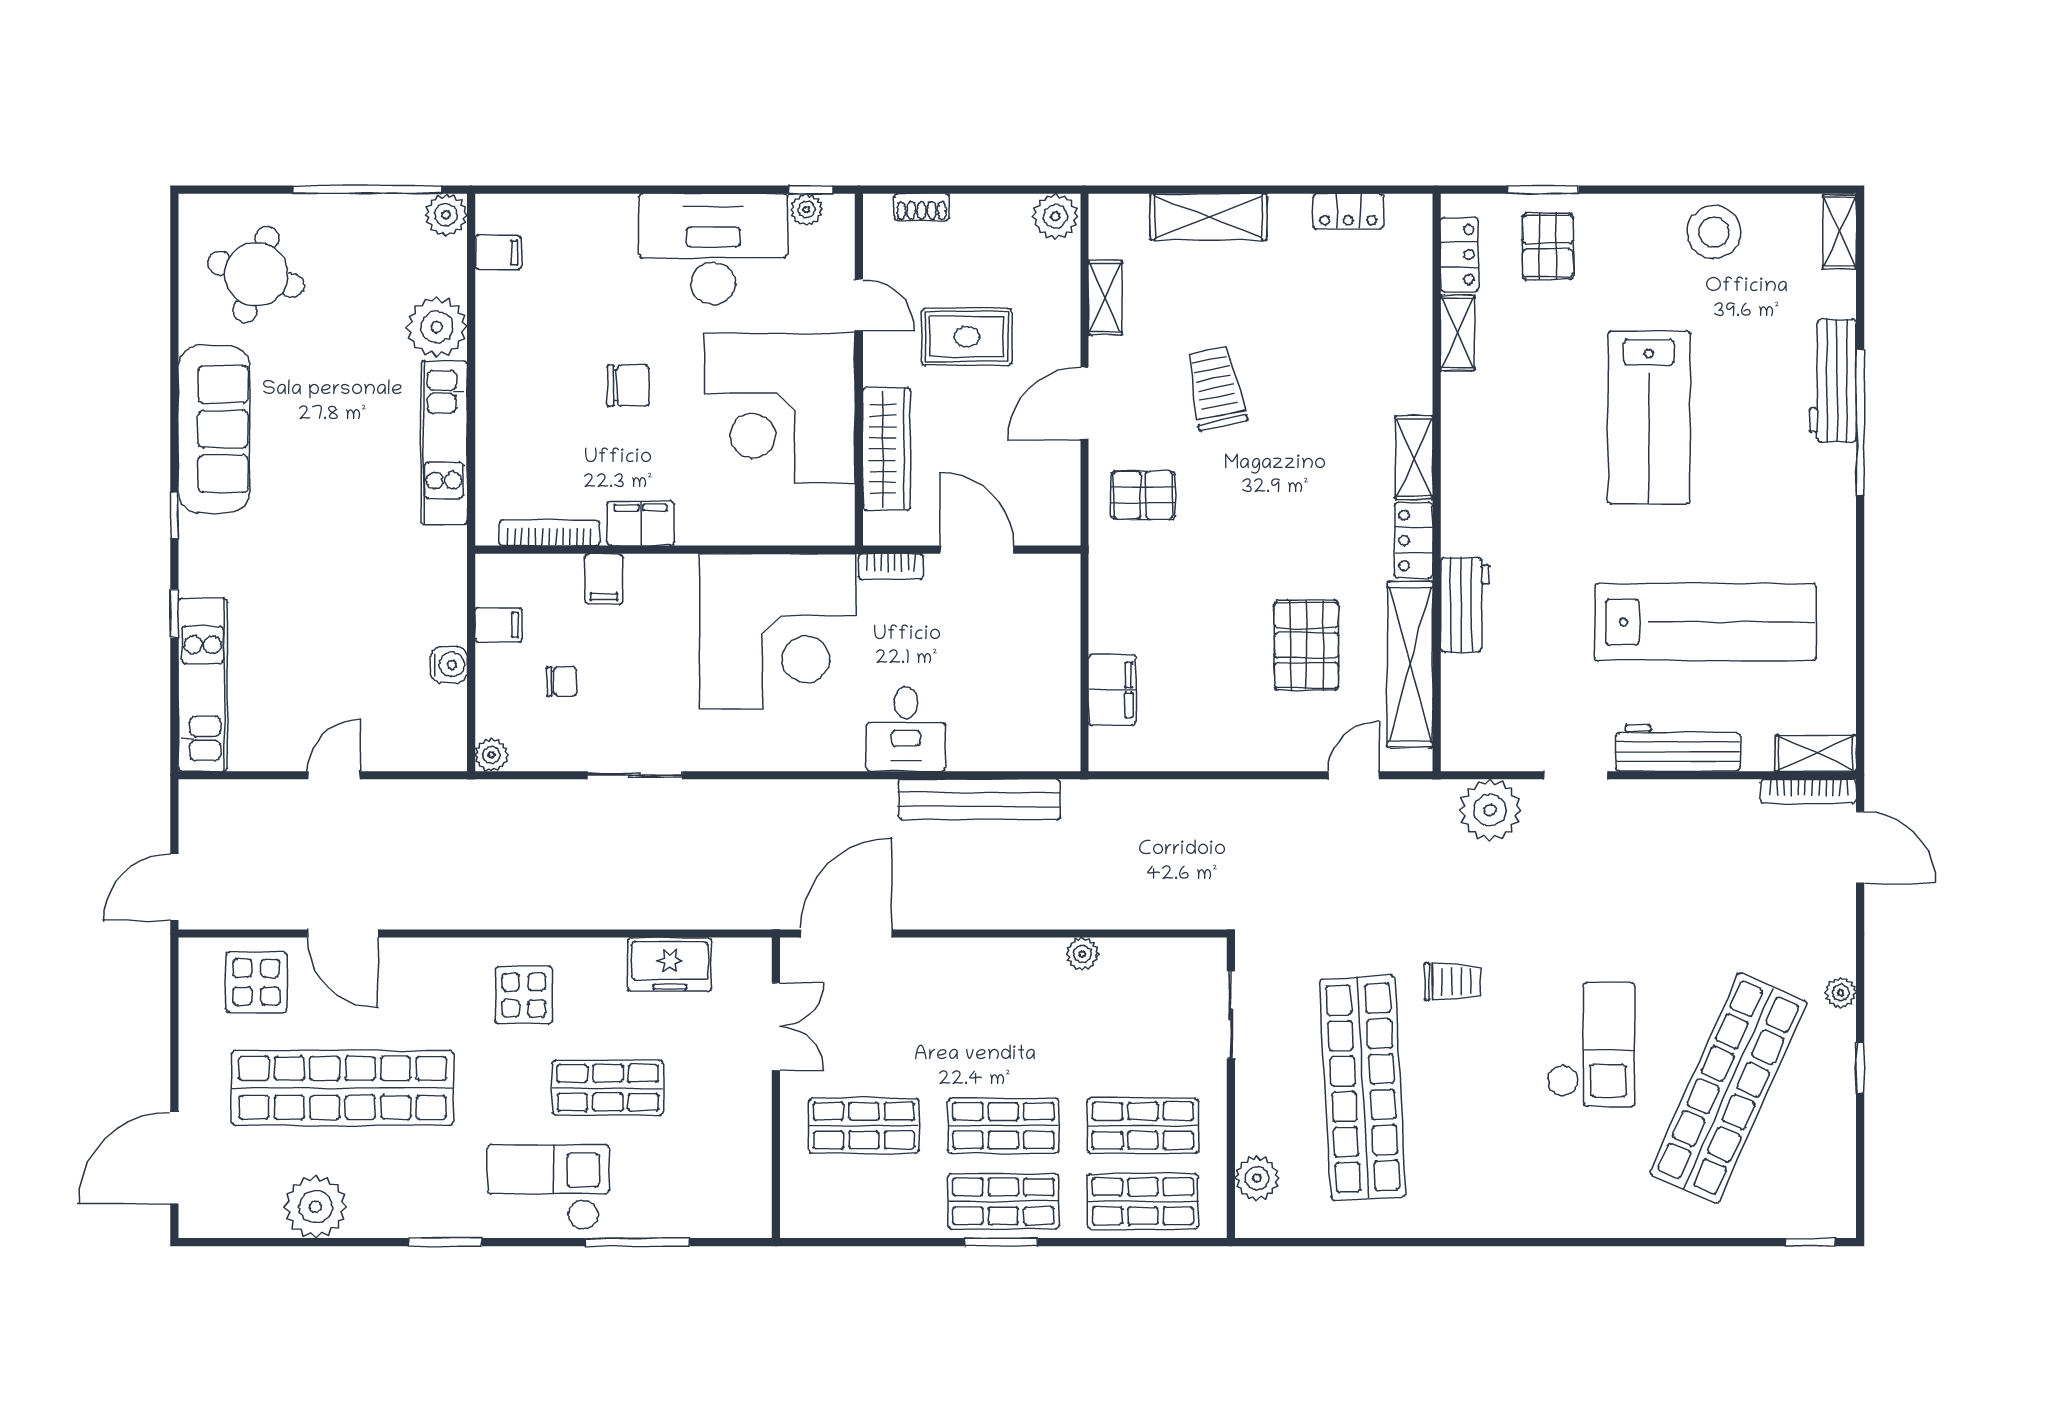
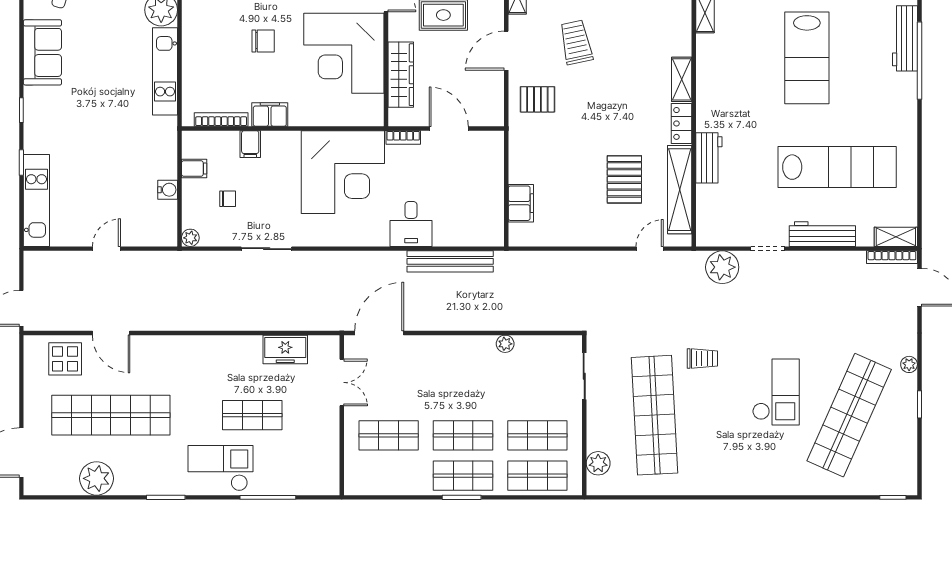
sofa: (214, 429) -> (42, 52), width x0.73
display table: (524, 995) -> (207, 366), removed

